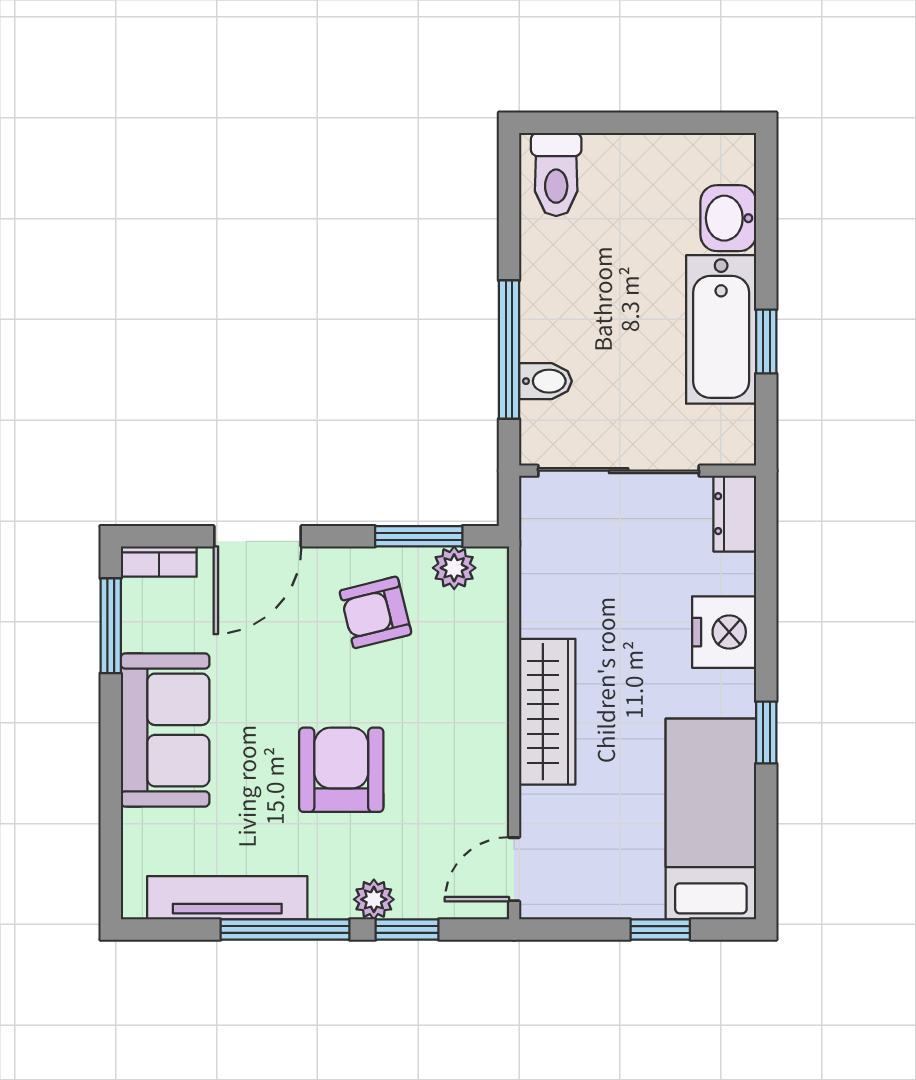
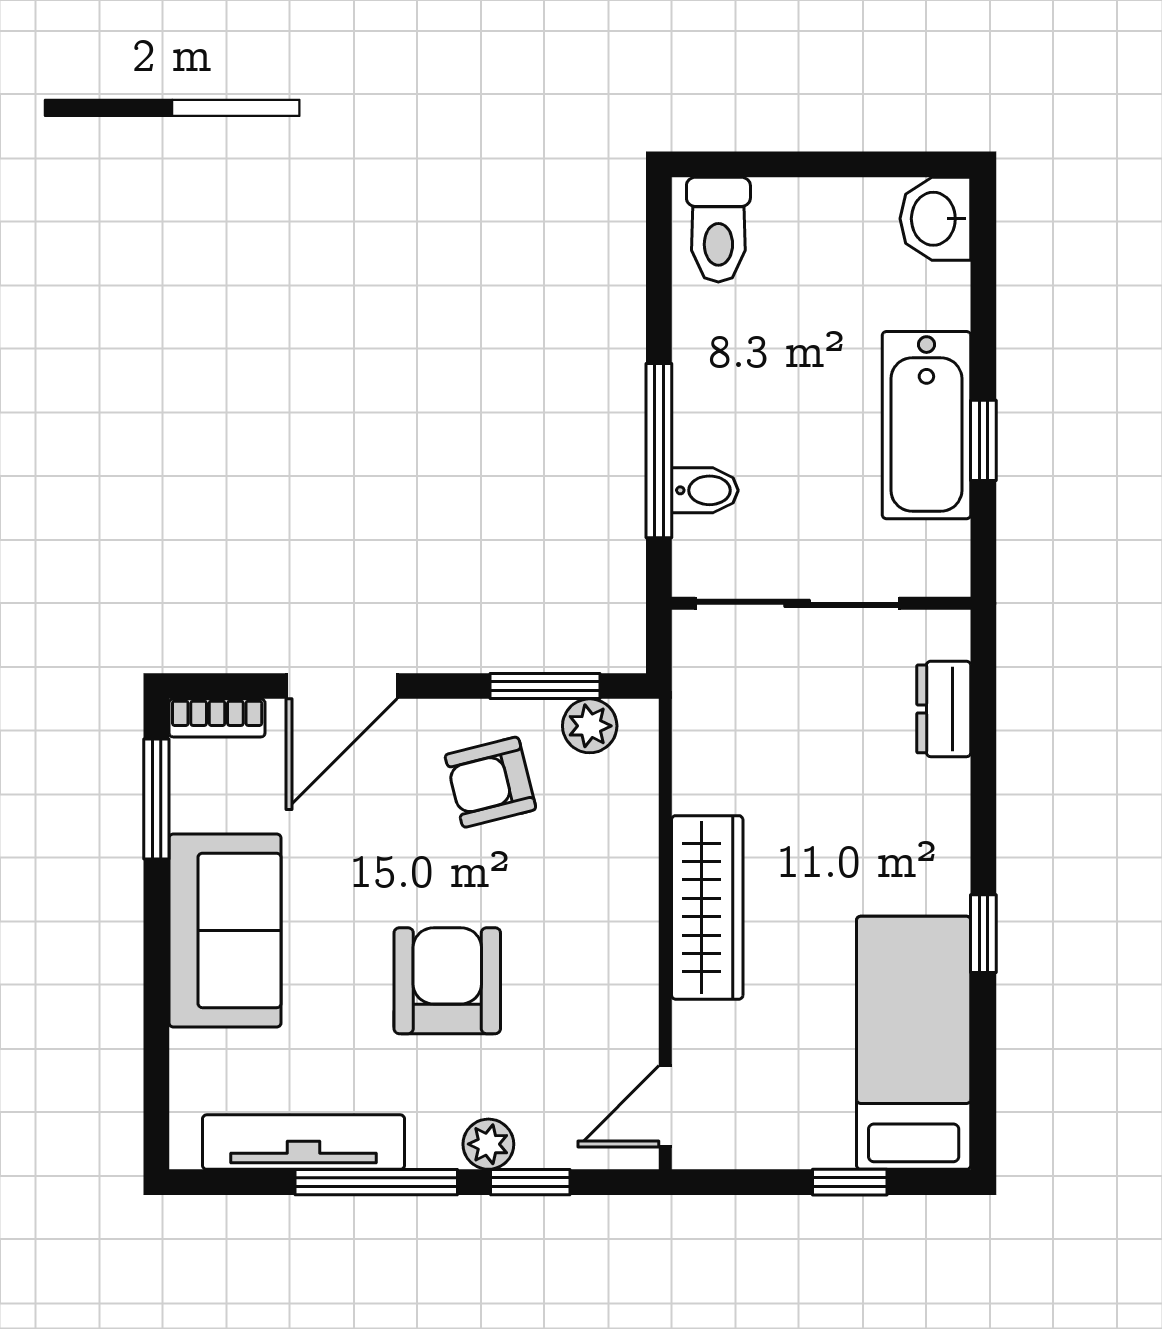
washbasin: (728, 218) -> (935, 219), moved
dresser: (735, 514) -> (944, 709), moved
nightstand: (724, 632) -> (930, 807), removed

